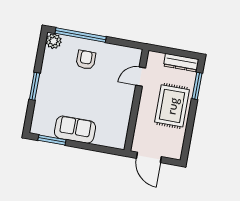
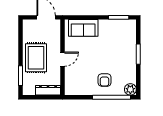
dresser: (181, 63) -> (48, 90), moved
door: (141, 77) -> (63, 59), moved
sofa: (75, 130) -> (83, 28), moved

